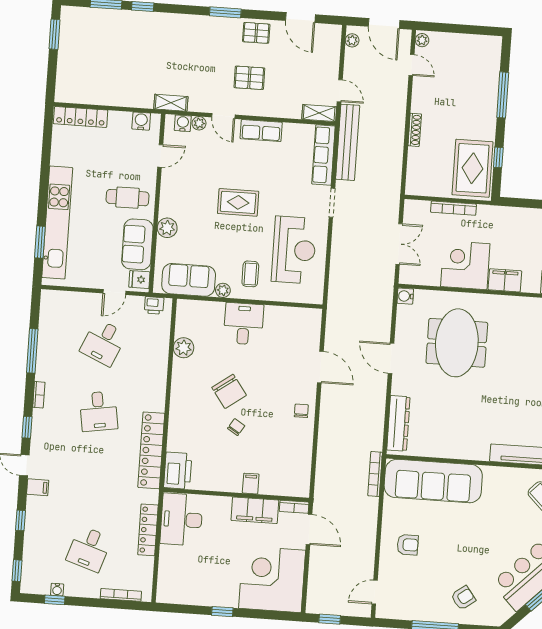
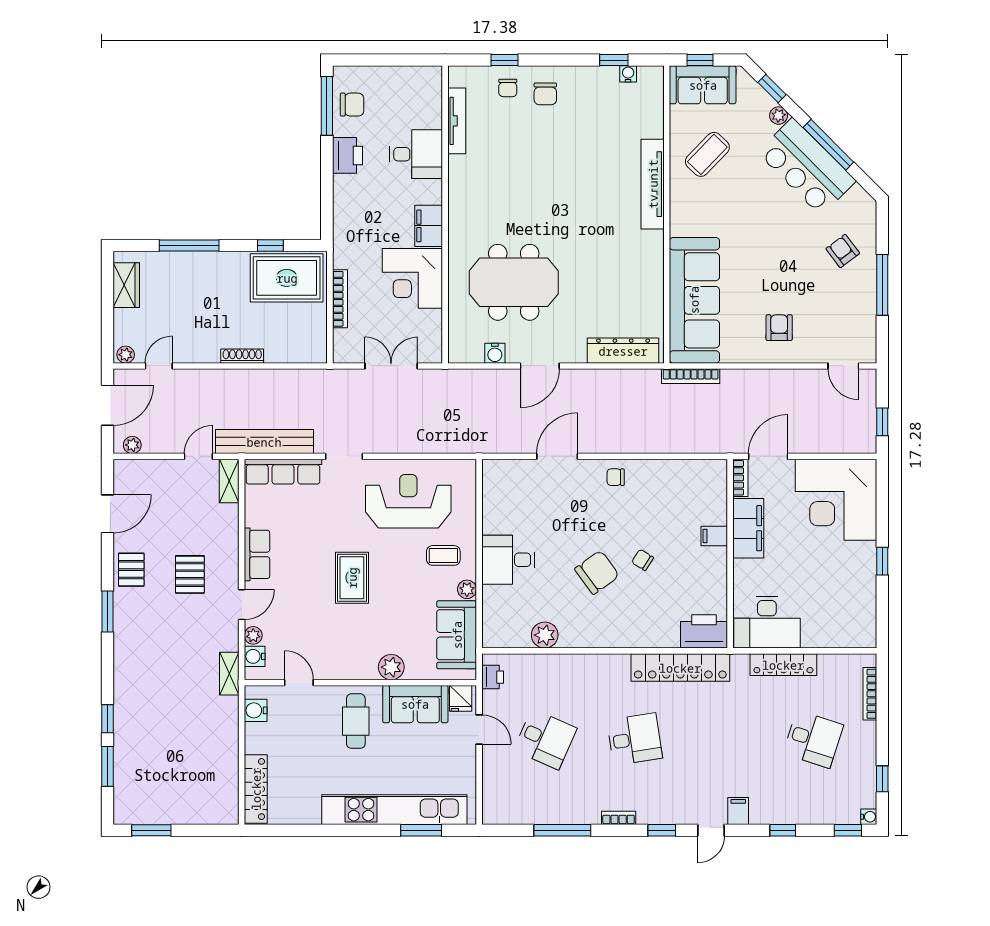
wardrobe: (476, 44) -> (126, 285), added
water cooler: (405, 296) -> (495, 353), moved
water cooler: (57, 590) -> (869, 817), moved

